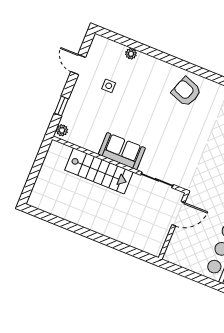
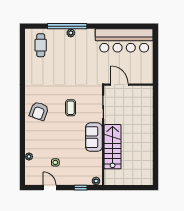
door: (78, 65) -> (50, 188), swing flipped
coffee table: (174, 136) -> (71, 108), added

